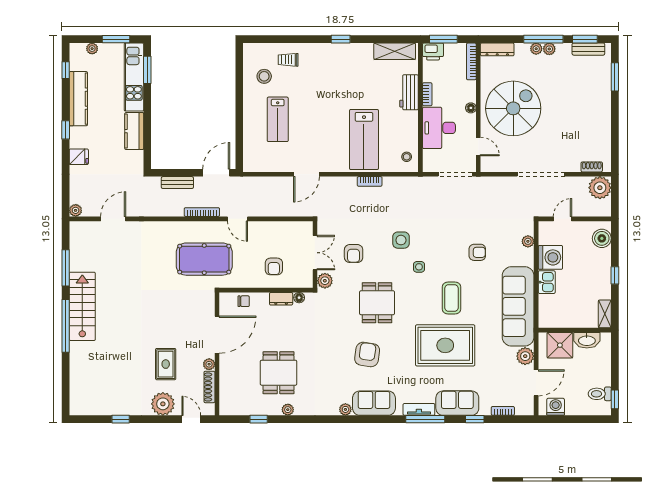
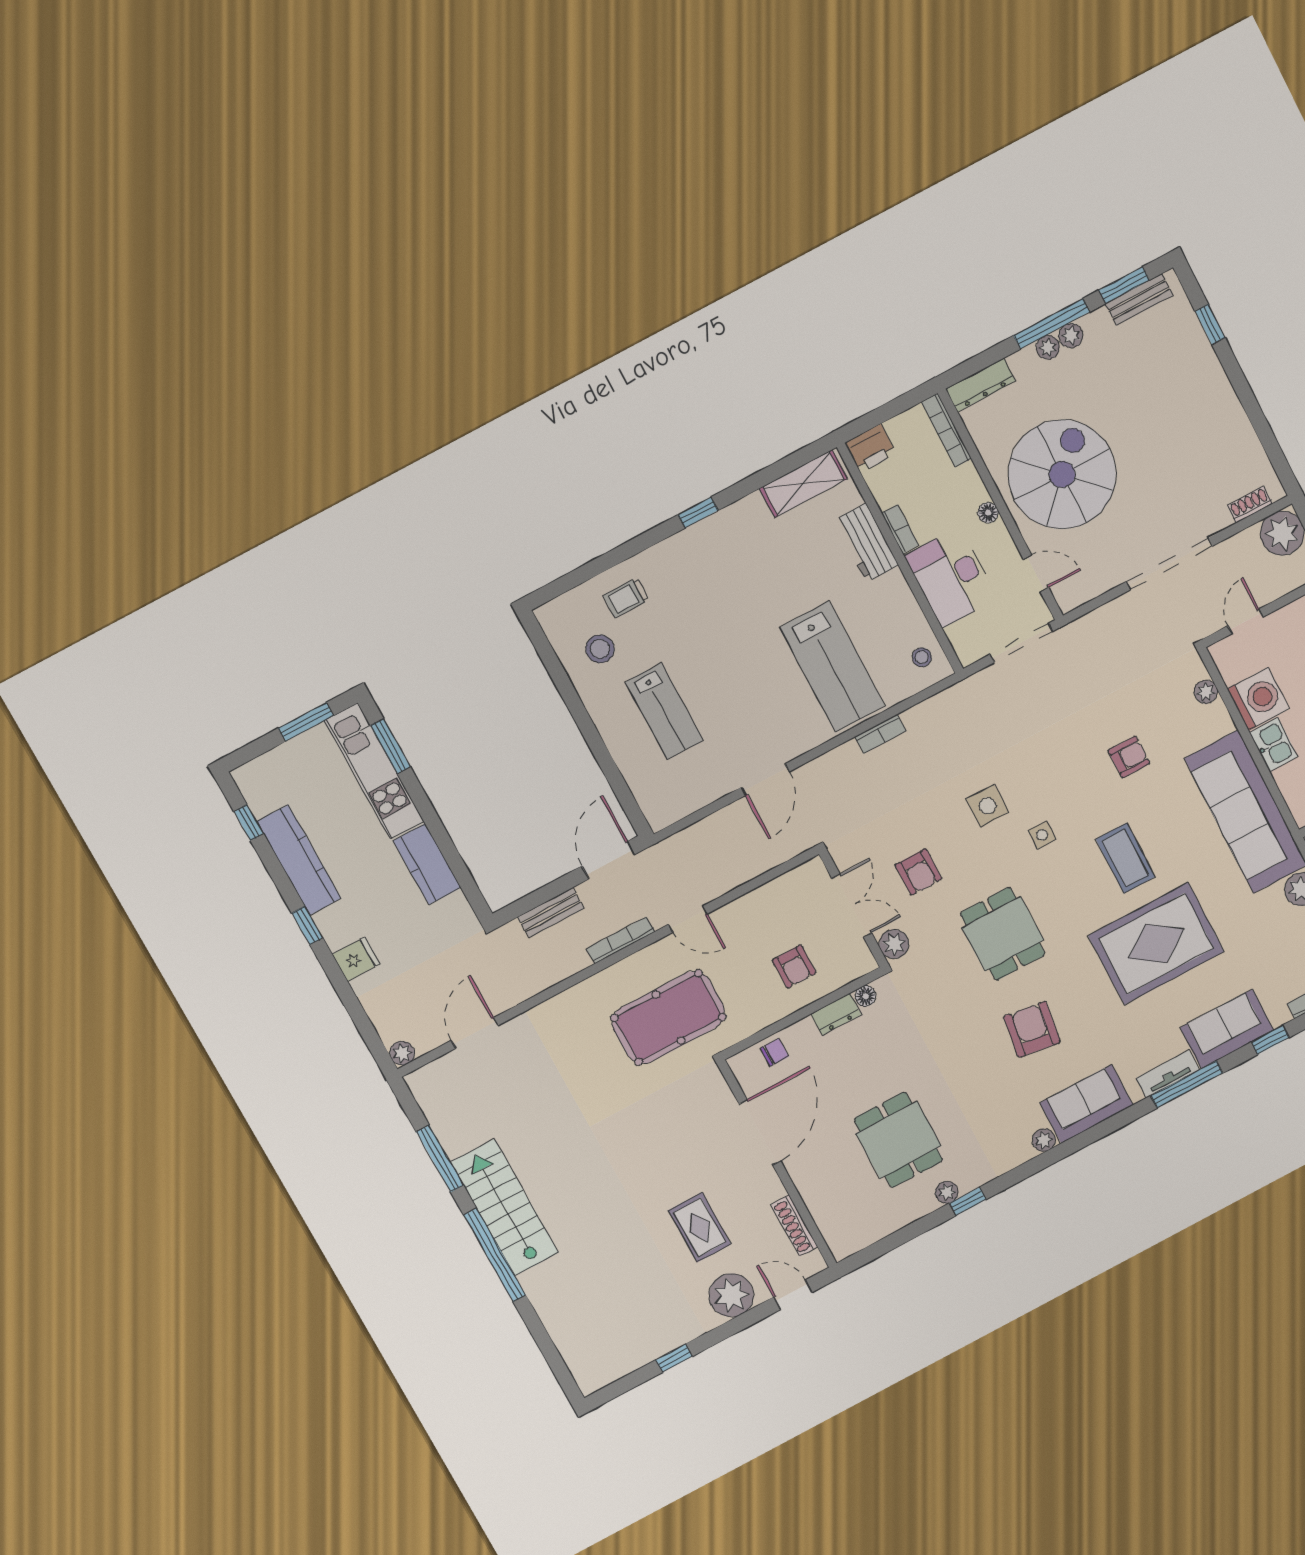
window: (443, 39) -> (877, 417), removed
plant: (92, 49) -> (273, 760), removed
window: (615, 77) -> (1210, 324), width x0.67
plant: (209, 364) -> (773, 1188), removed
window: (259, 419) -> (968, 1201), moved

